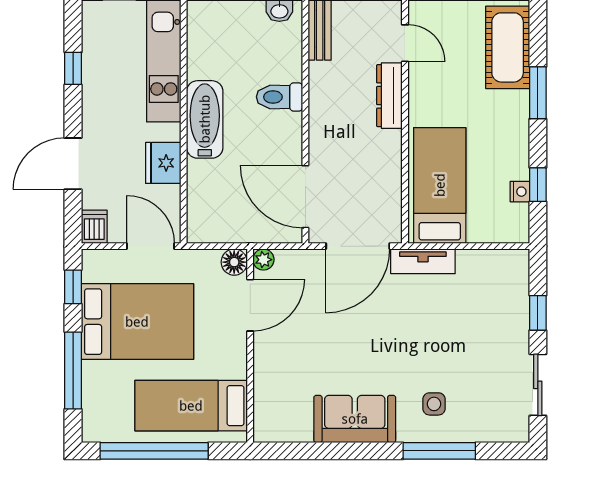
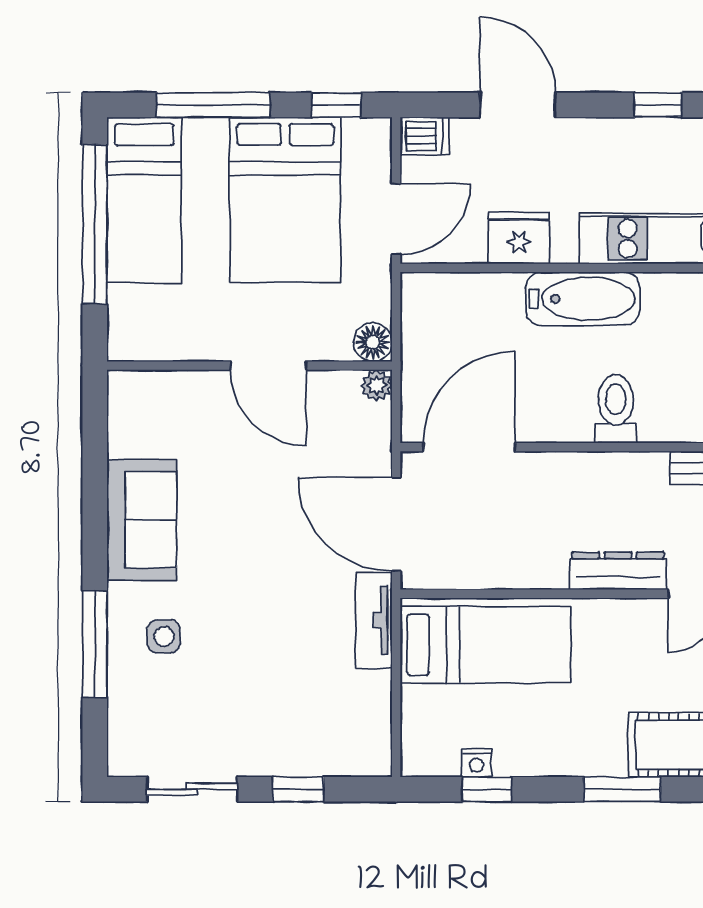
door: (250, 305) -> (268, 366), moved
bed: (191, 406) -> (144, 200), moved, turned 180

